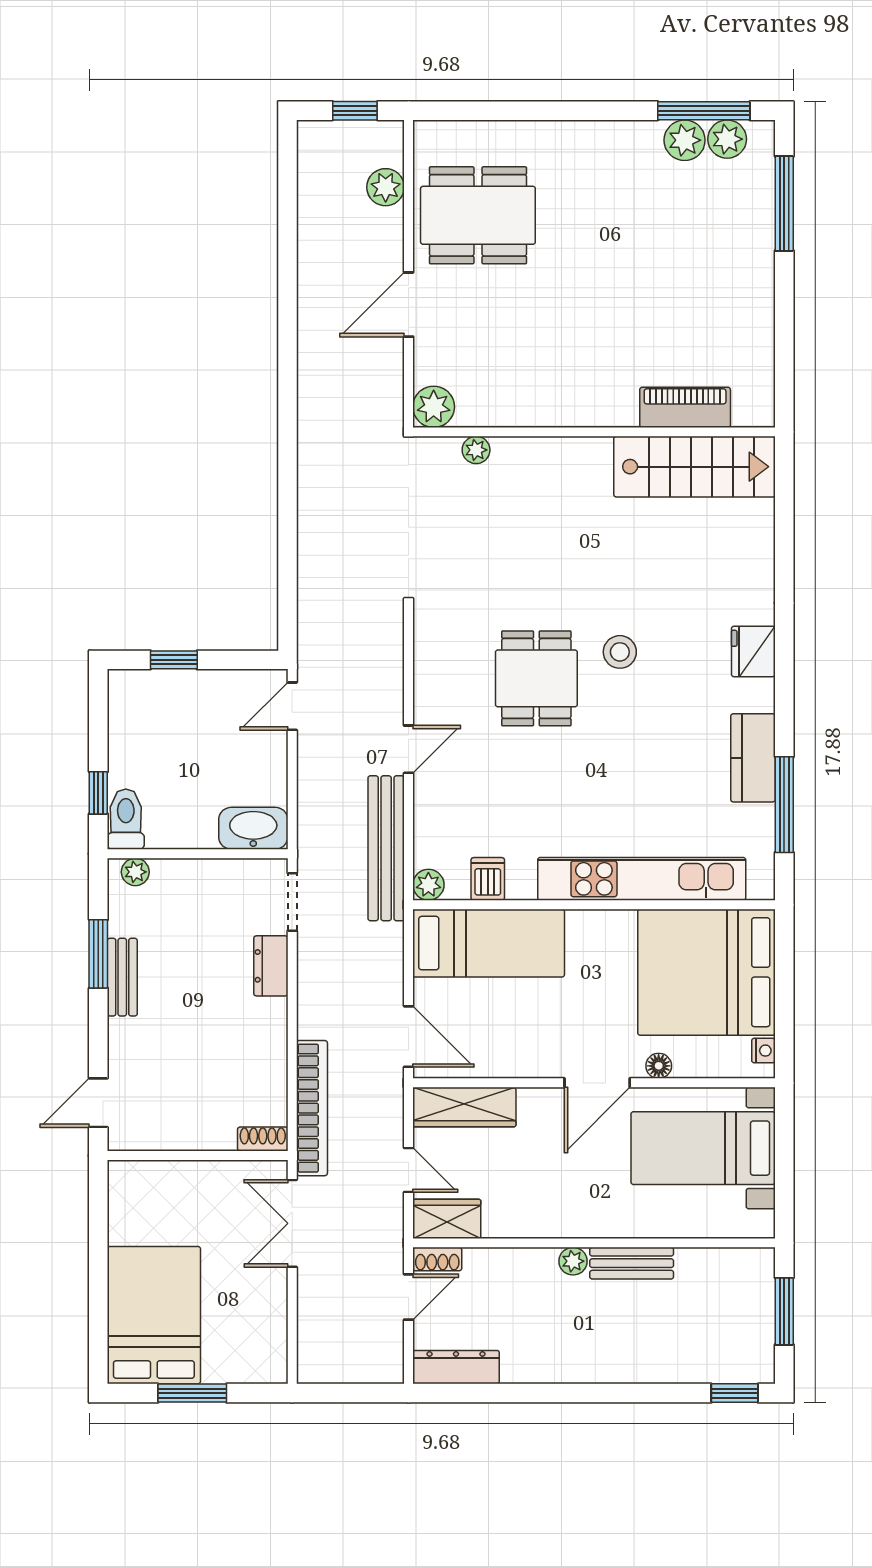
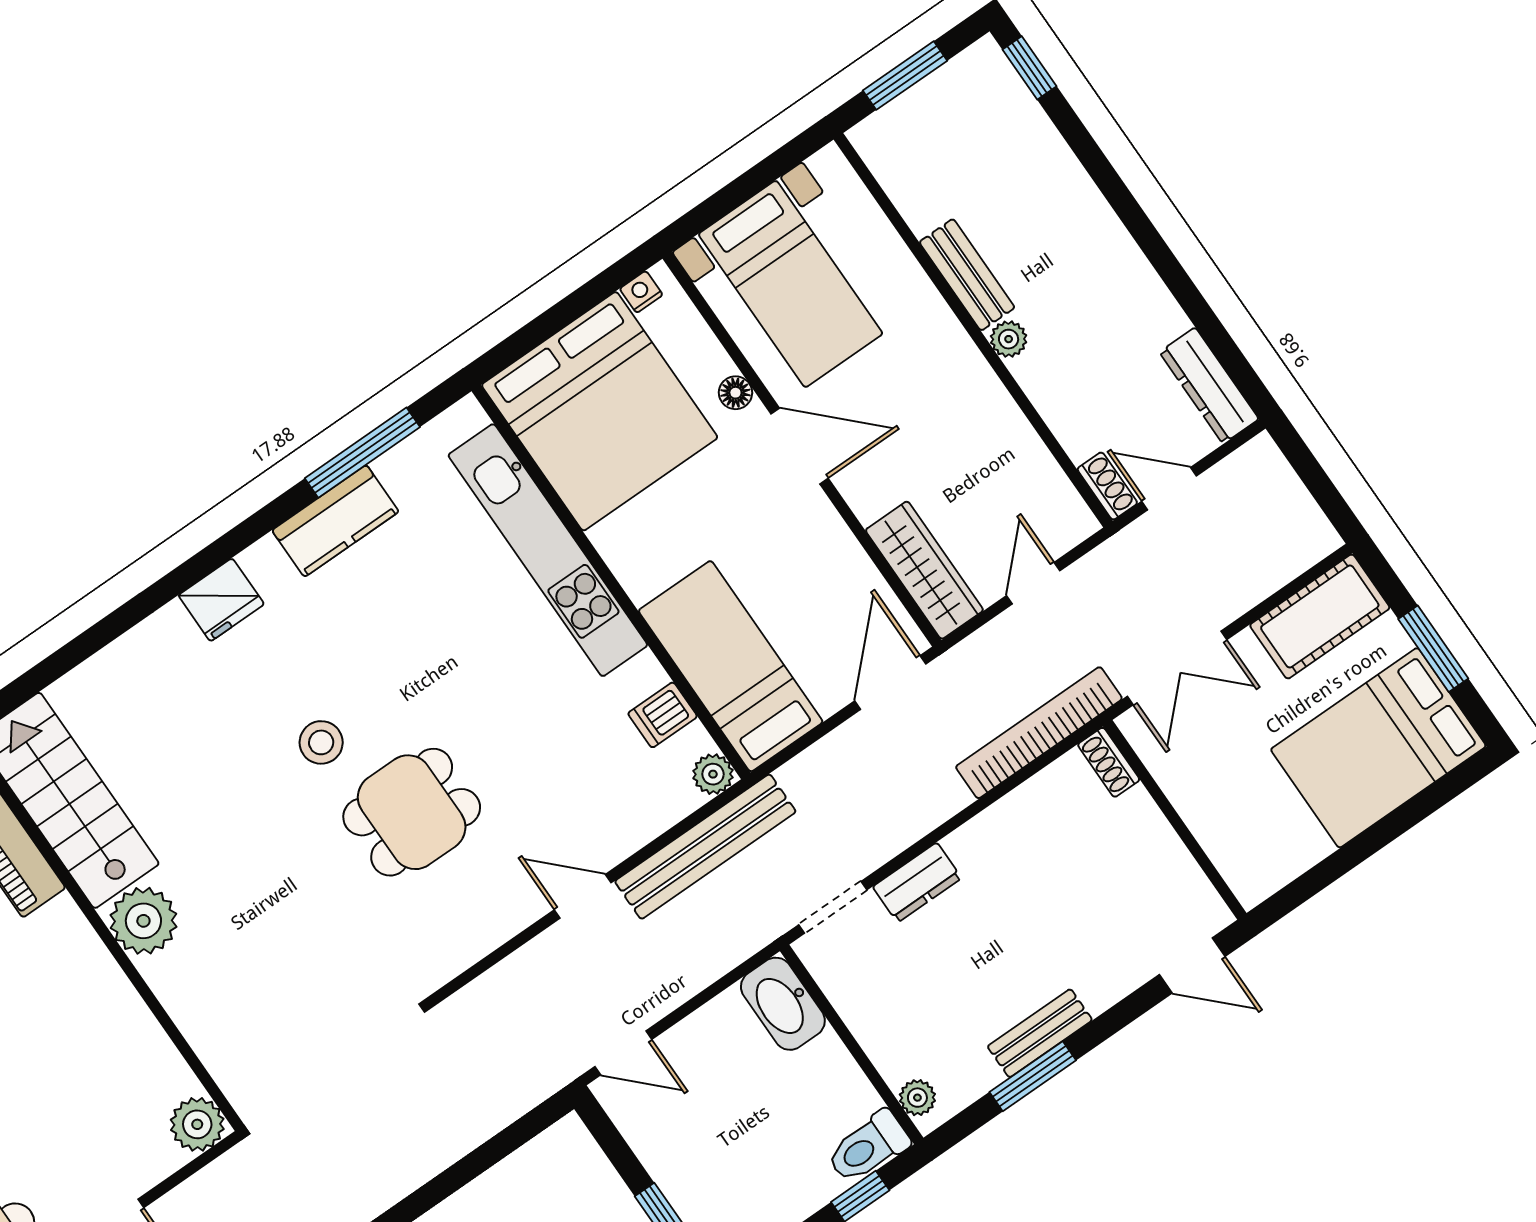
plant: (476, 450) -> (143, 921), moved, width x1.88, depth x1.88
wardrobe: (447, 1219) -> (1057, 506), removed
cot: (262, 1336) -> (1320, 616), added

